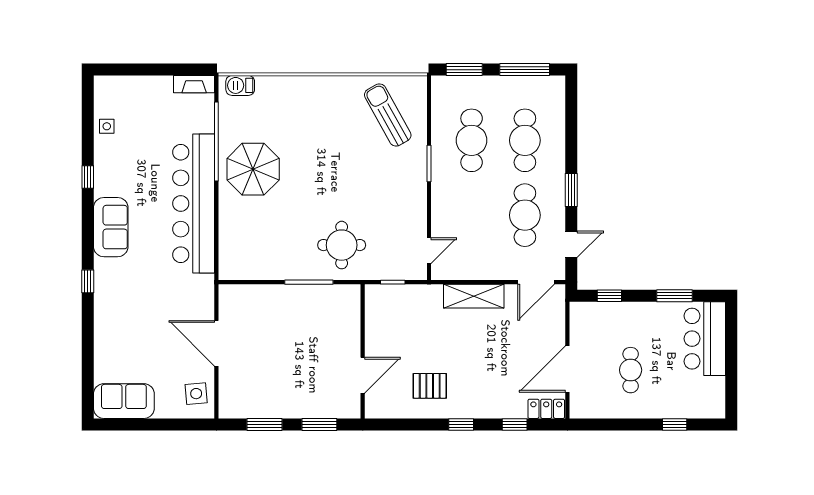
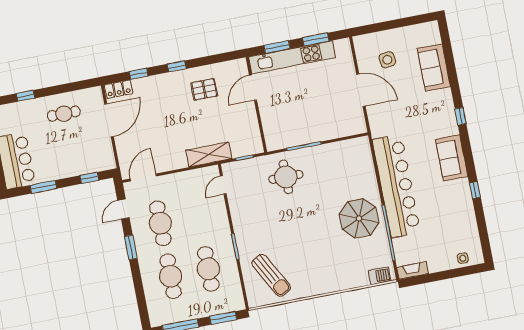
side table: (107, 126) -> (463, 258), moved
shelving: (474, 296) -> (209, 154), moved
cafe table: (631, 370) -> (64, 114), moved, turned 90
side table: (196, 394) -> (387, 60), moved
sofa: (124, 401) -> (434, 67), moved, turned 90
kitchen unit: (302, 406) -> (292, 57), added

